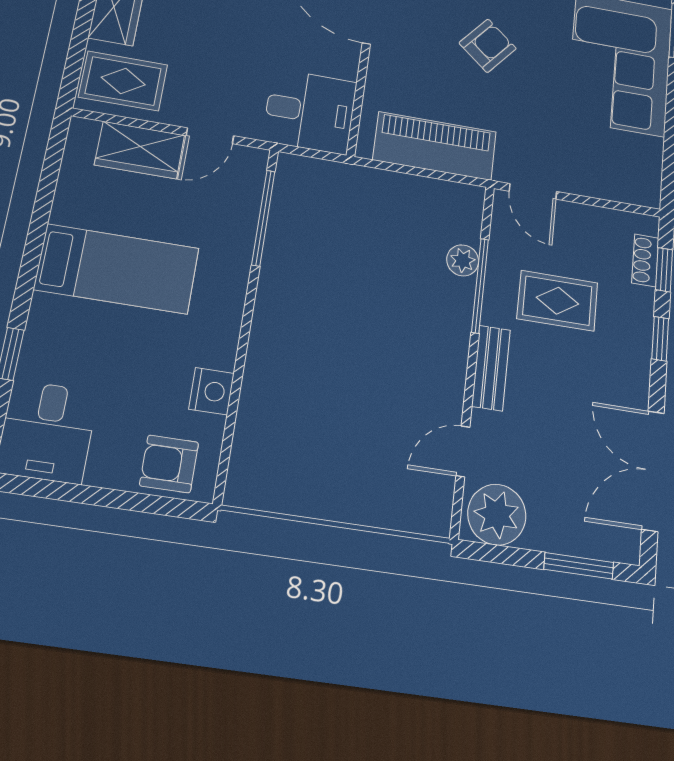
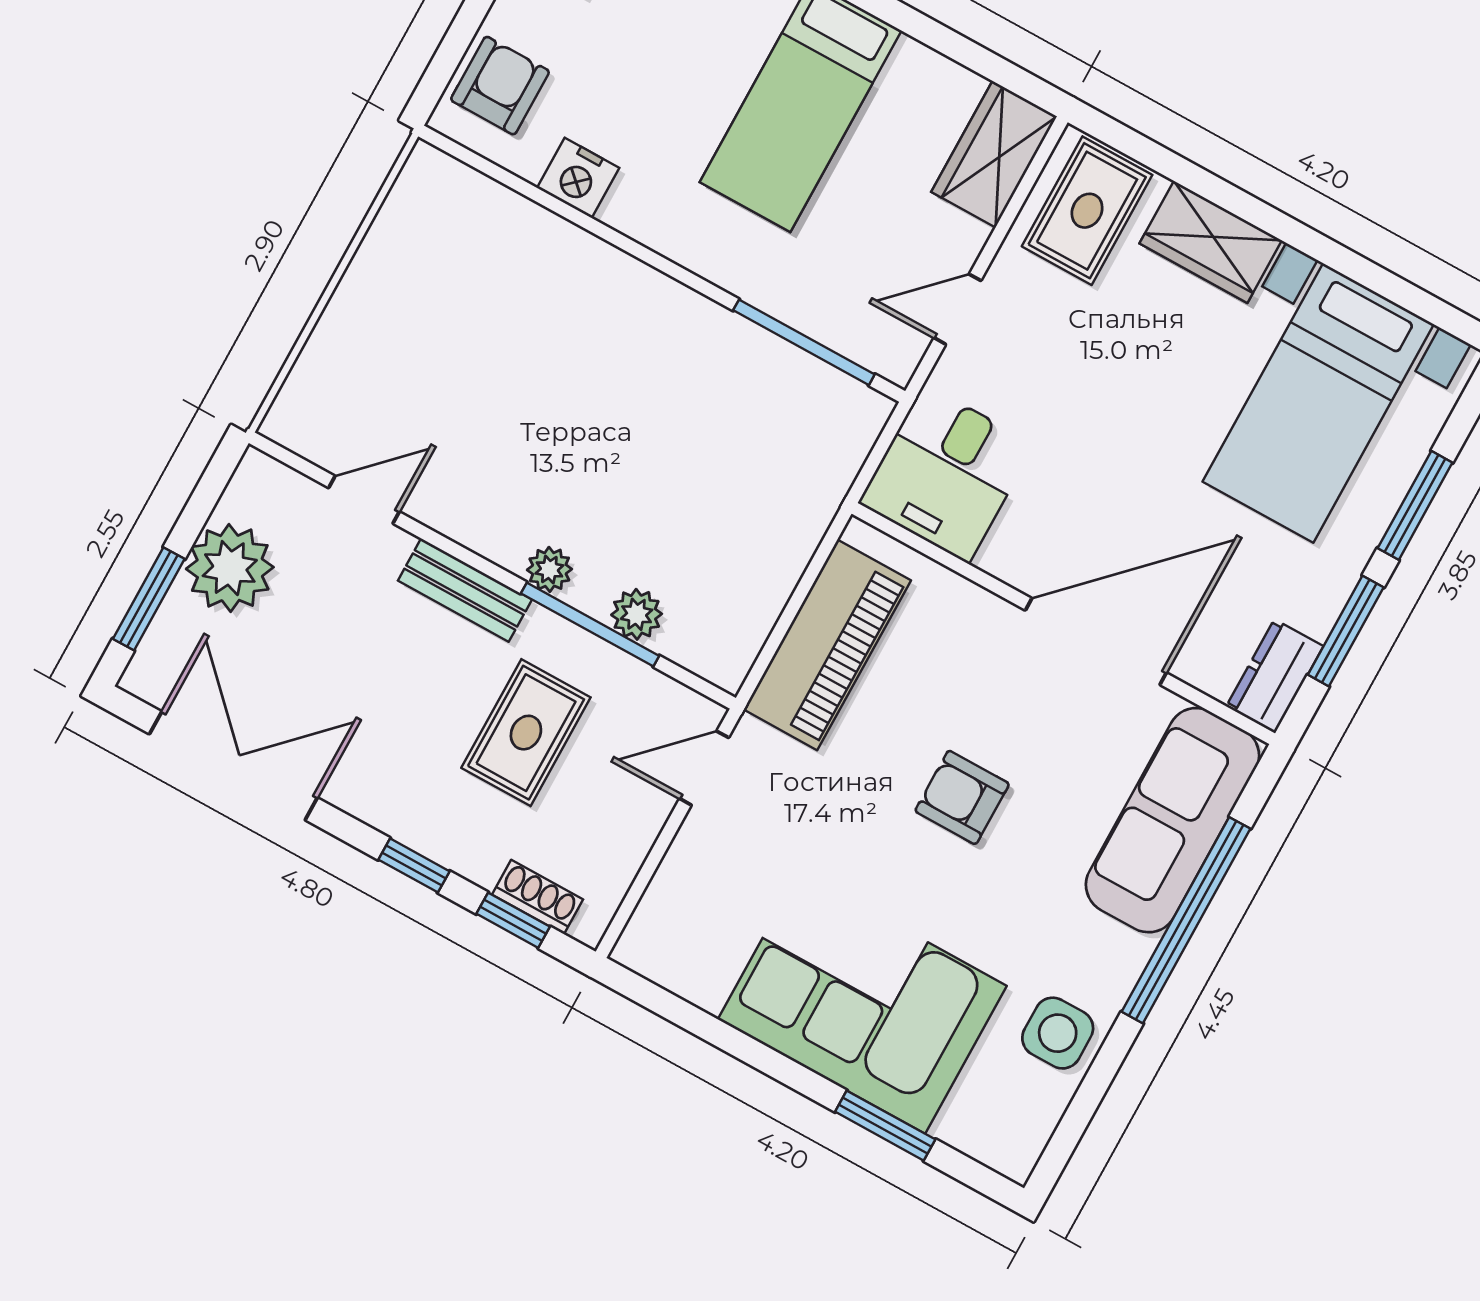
armchair: (488, 46) -> (962, 797), turned 140
door: (210, 136) -> (957, 309), hinge flipped
wardrobe: (140, 150) -> (994, 154), moved
plant: (458, 321) -> (549, 569), added
door: (463, 451) -> (364, 500), hinge flipped
plant: (497, 515) -> (230, 568), moved

